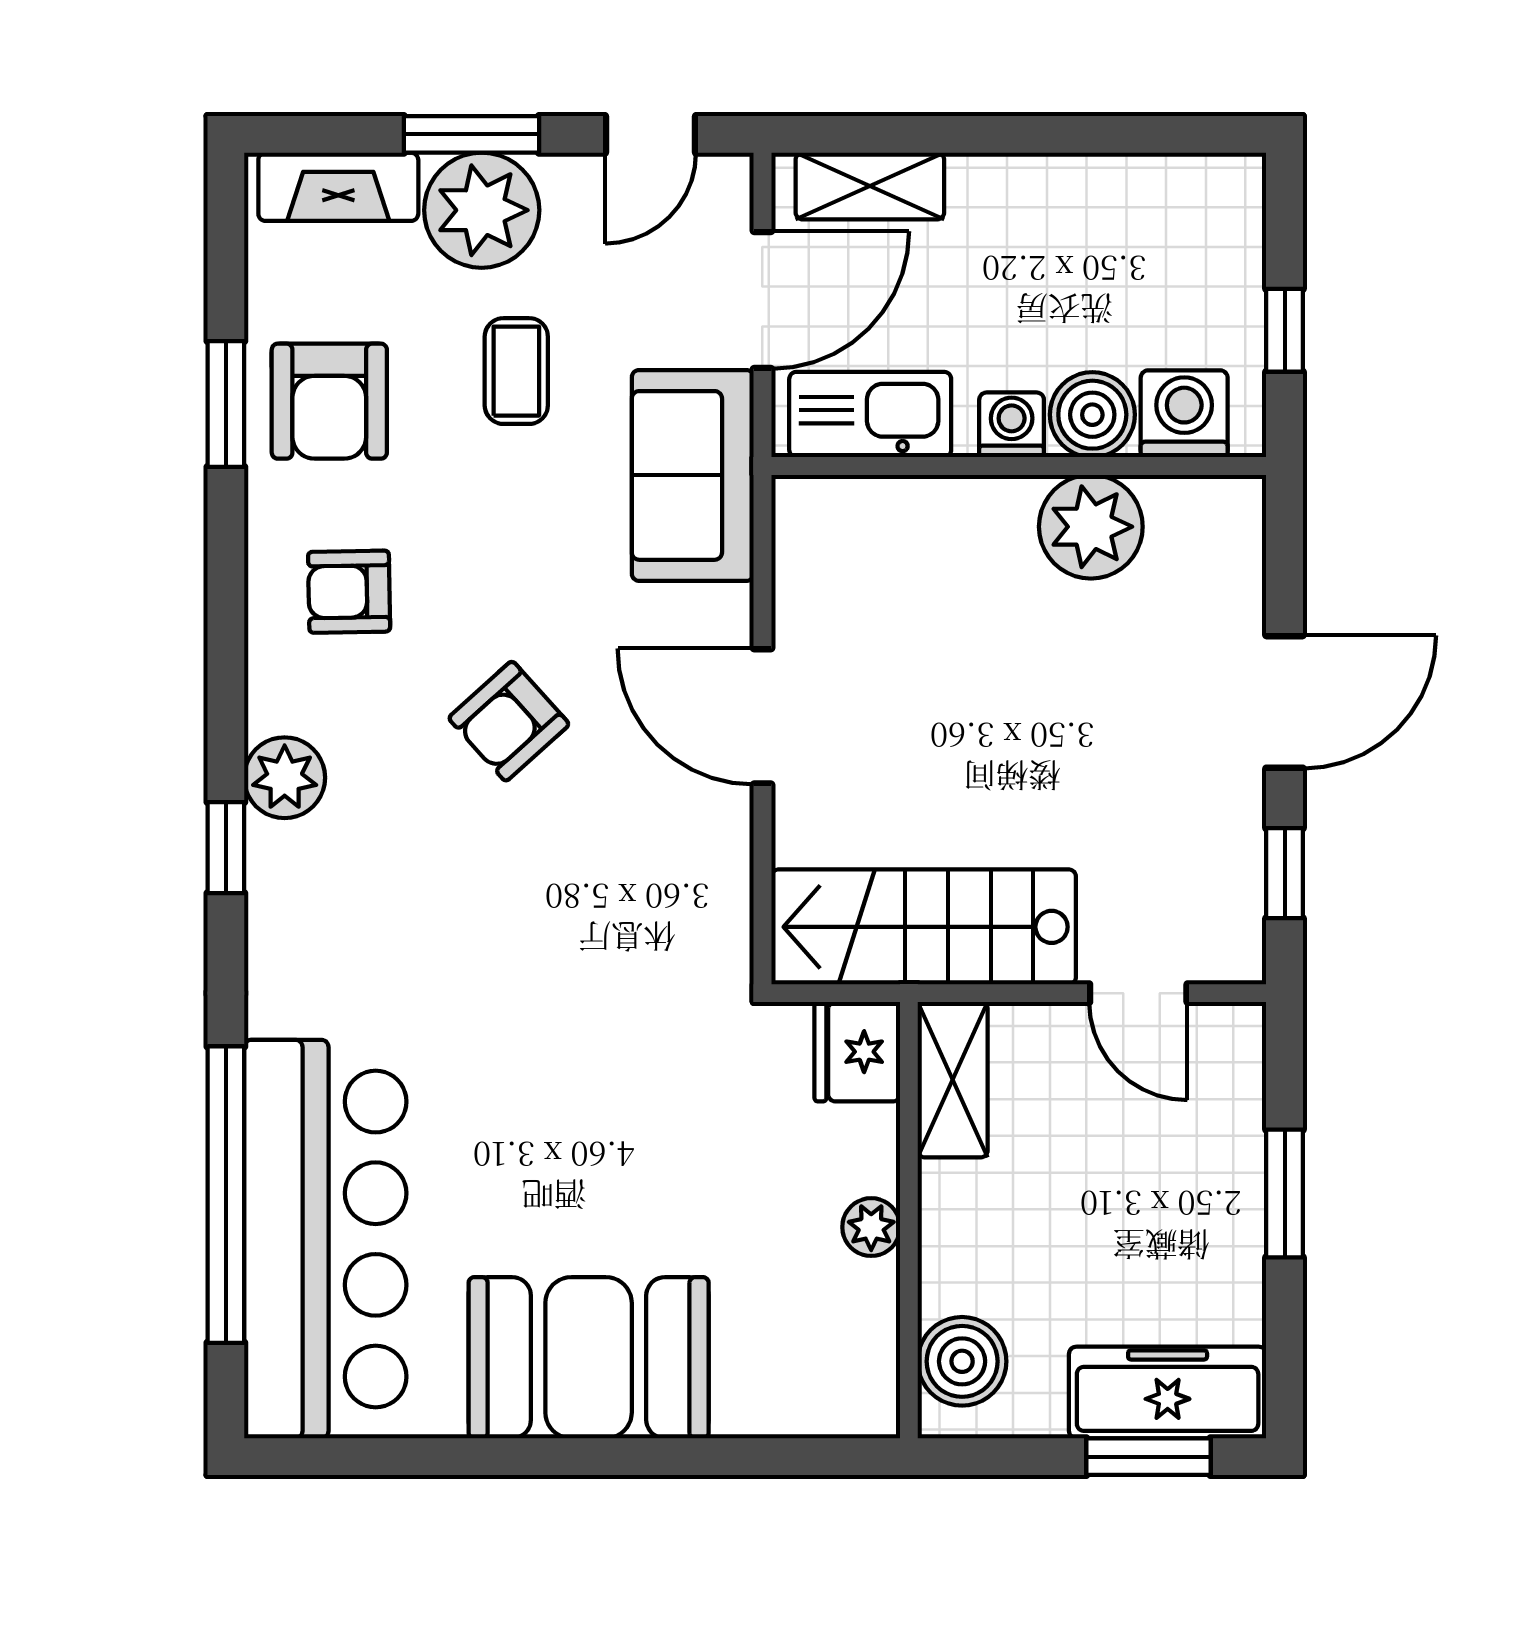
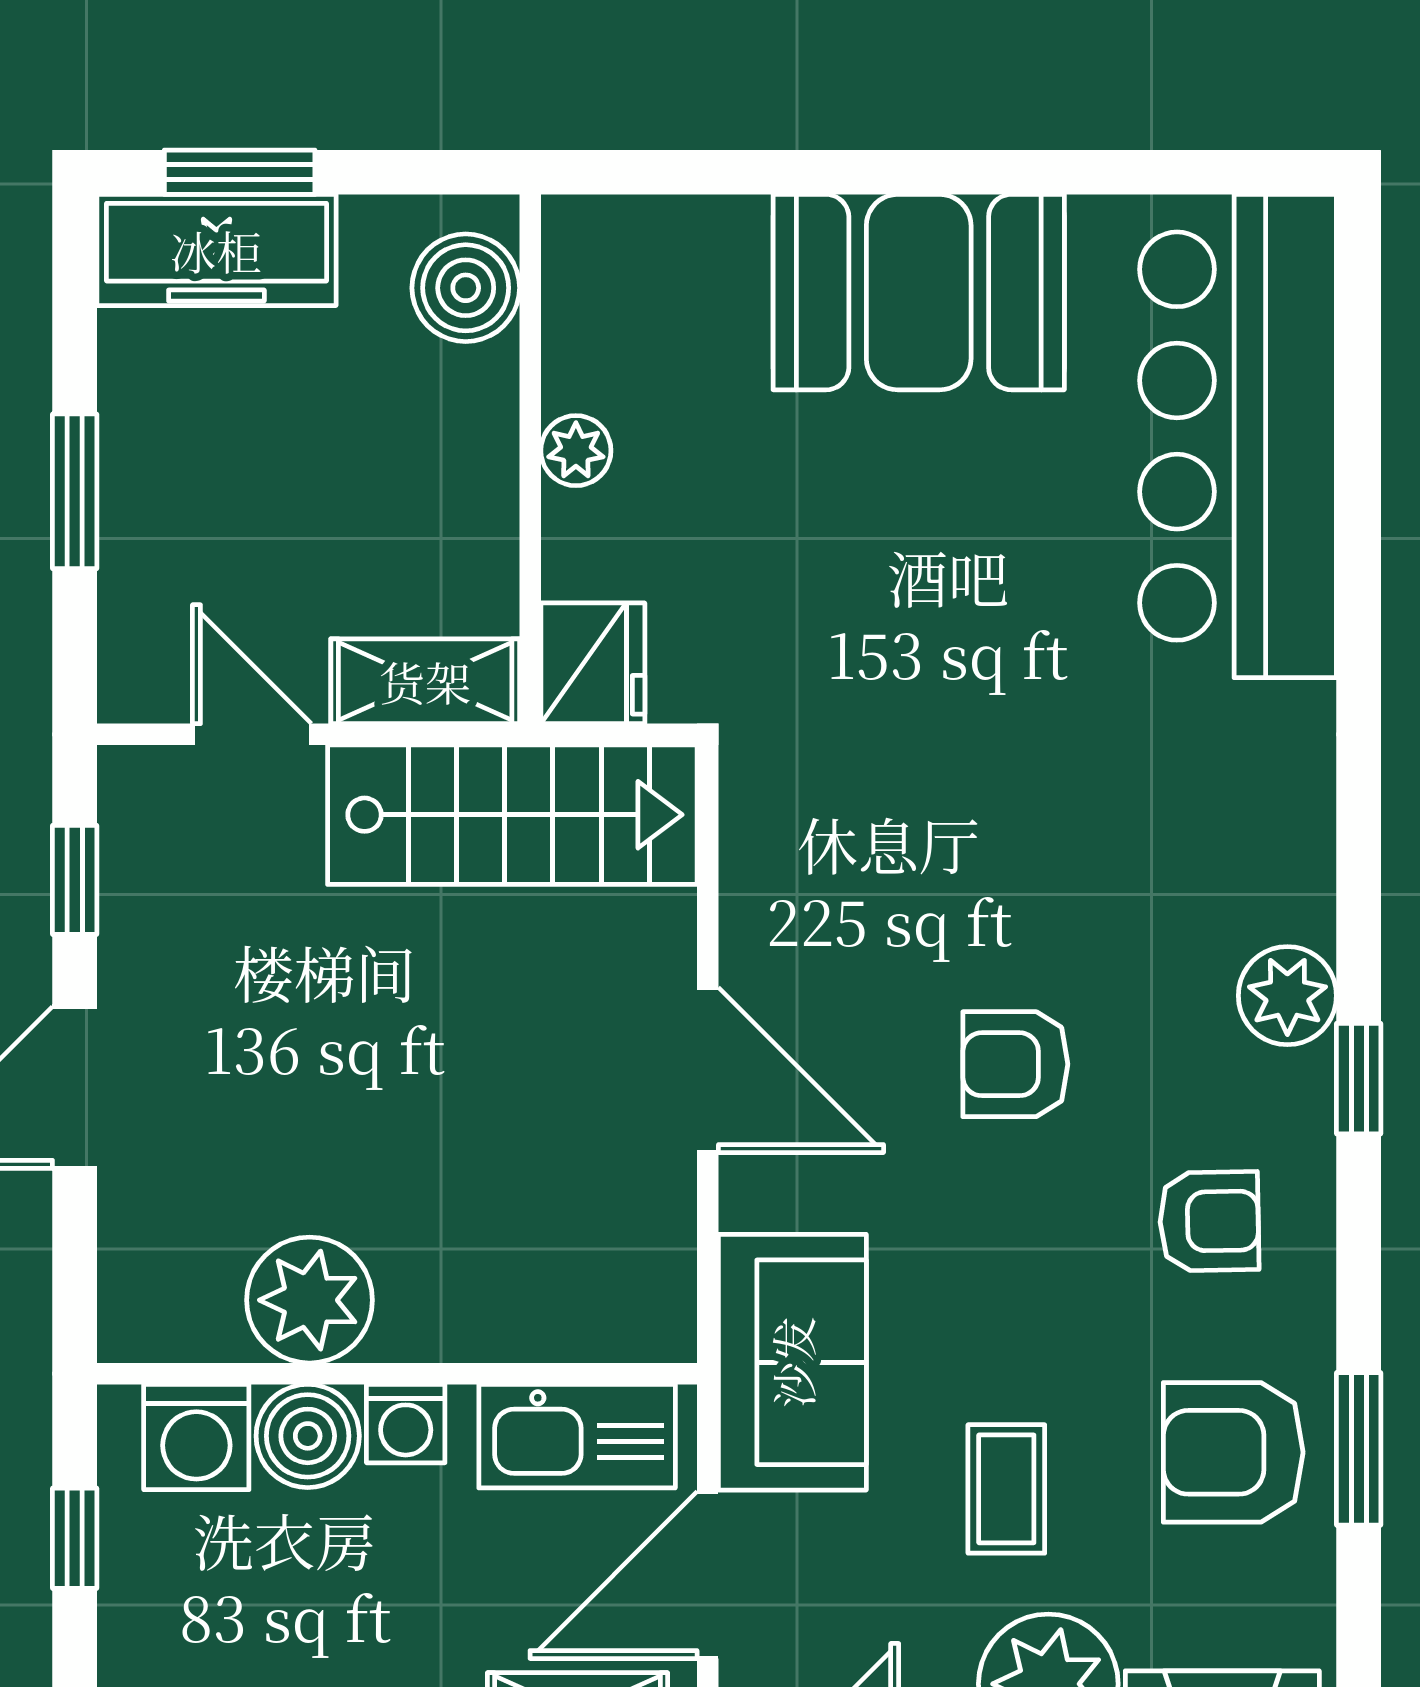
armchair: (329, 401) -> (1233, 1452), turned -90
armchair: (509, 721) -> (1015, 1064), turned -138
window: (226, 848) -> (1359, 1079), moved
shelving: (953, 1080) -> (425, 681), moved, turned 90
window: (226, 1195) -> (1359, 490), removed

